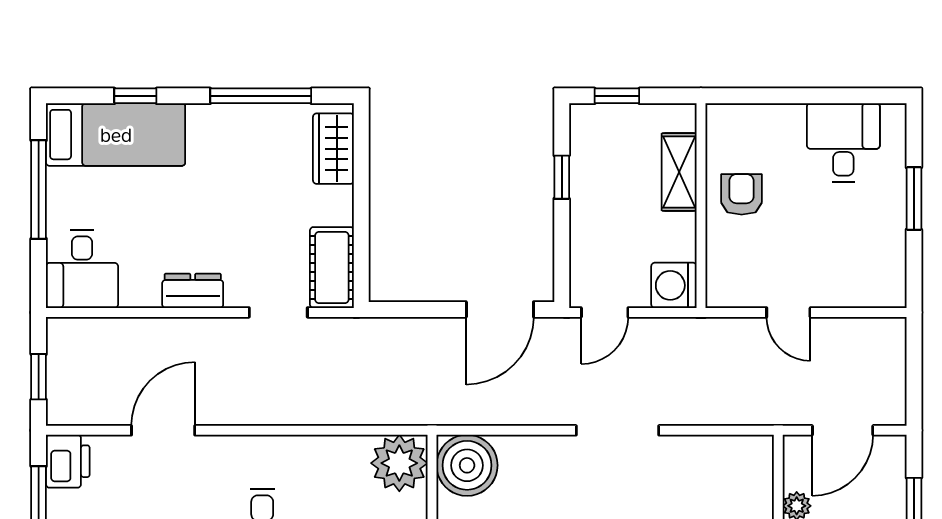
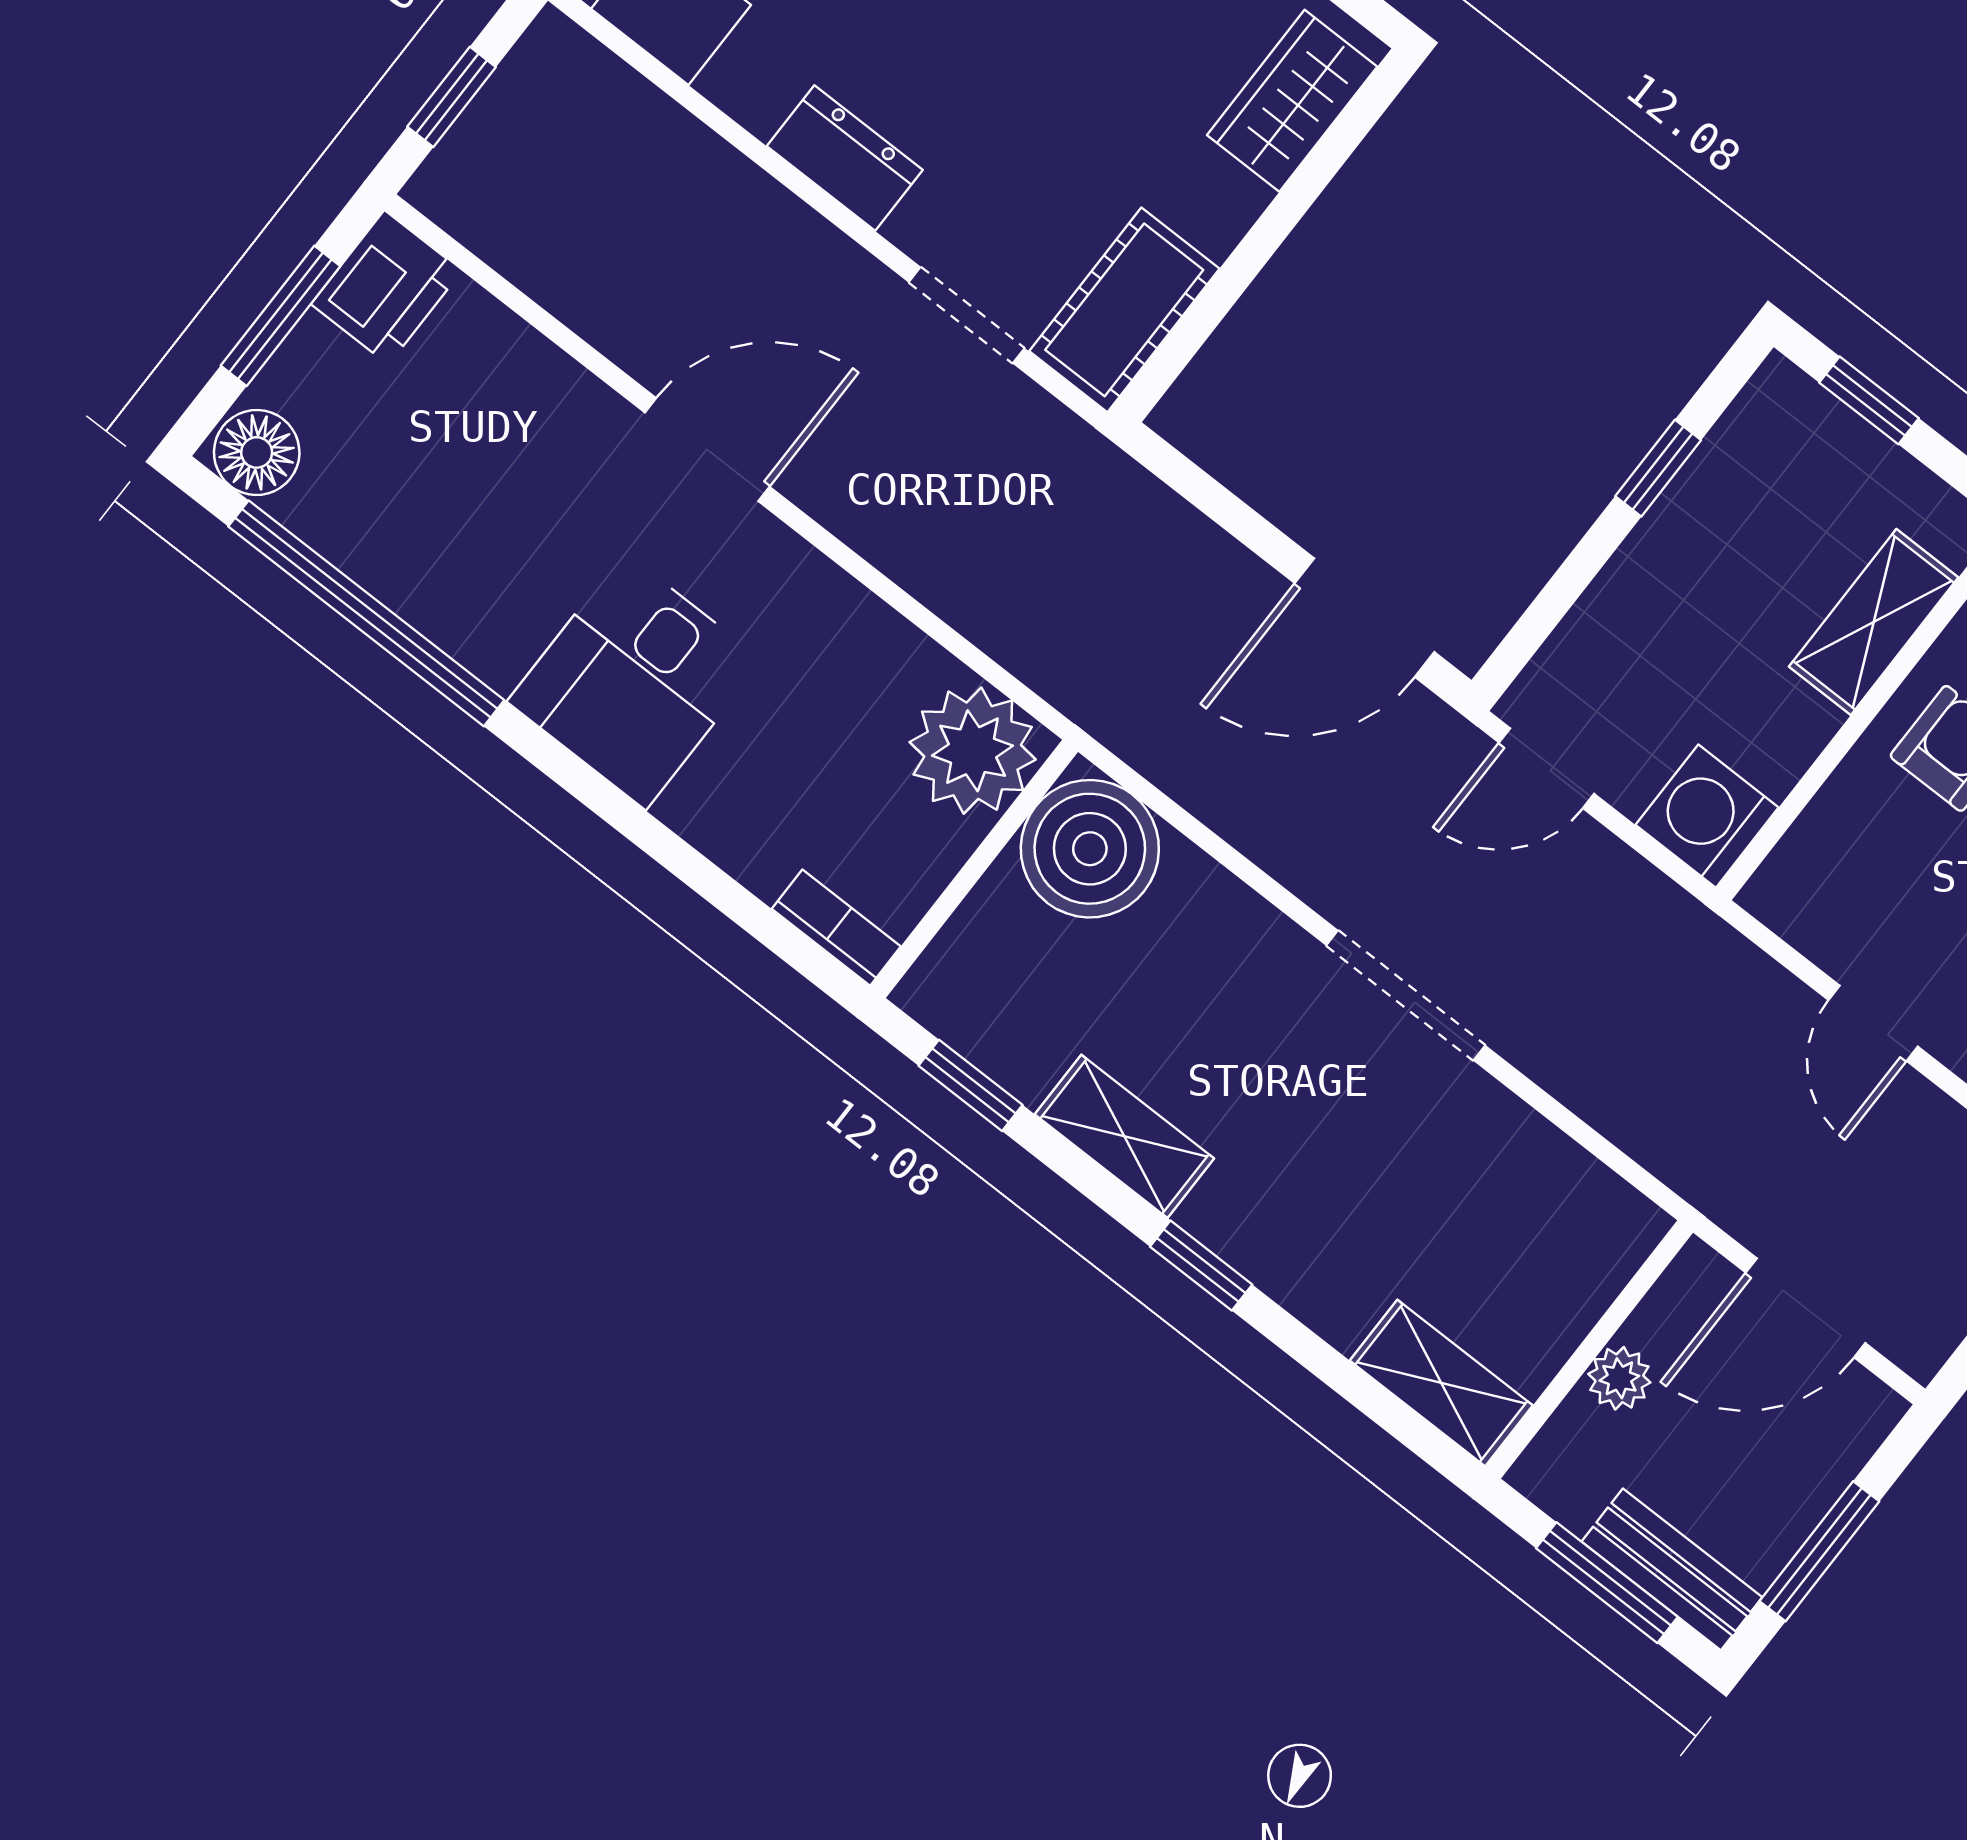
door: (163, 430) -> (707, 450), moved

